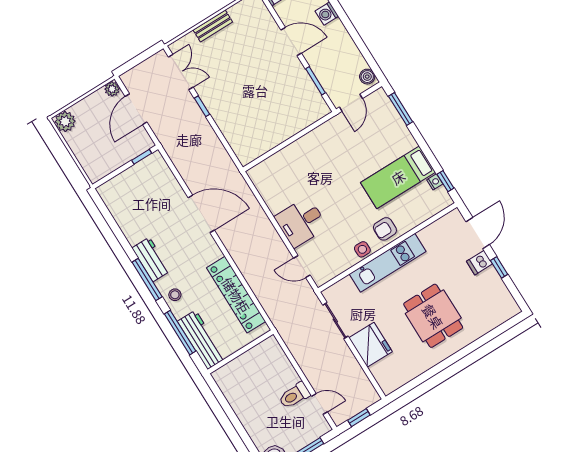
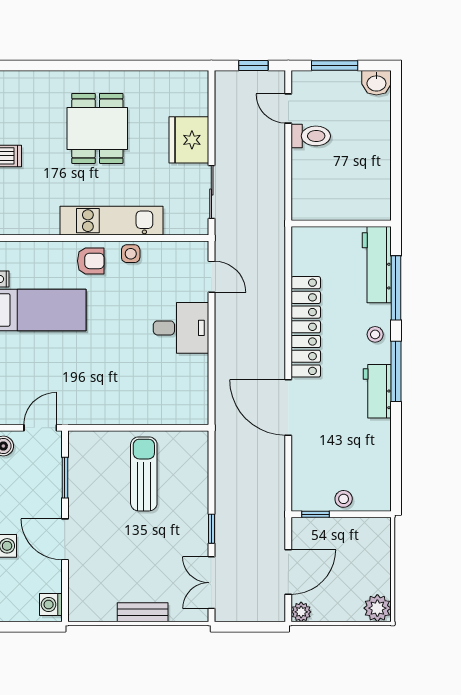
sun lounger: (267, 114) -> (144, 474), added
stool: (130, 178) -> (344, 499), added
locker: (236, 295) -> (306, 327), moved

